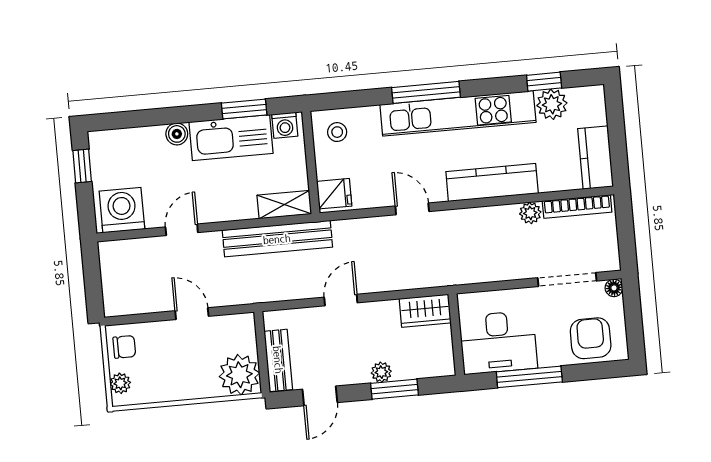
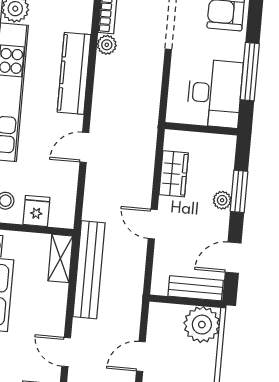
fridge: (334, 194) -> (36, 211), moved
wardrobe: (425, 311) -> (174, 174), moved
door: (320, 396) -> (233, 258), swing flipped

